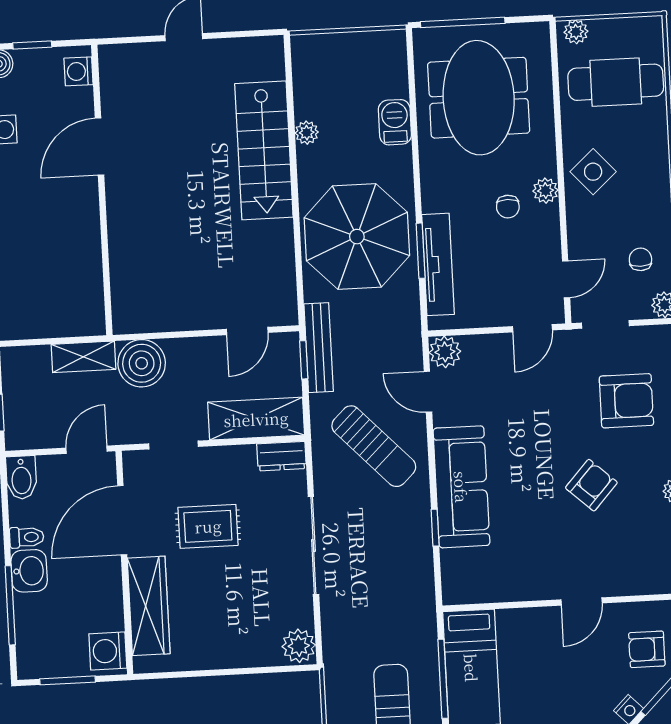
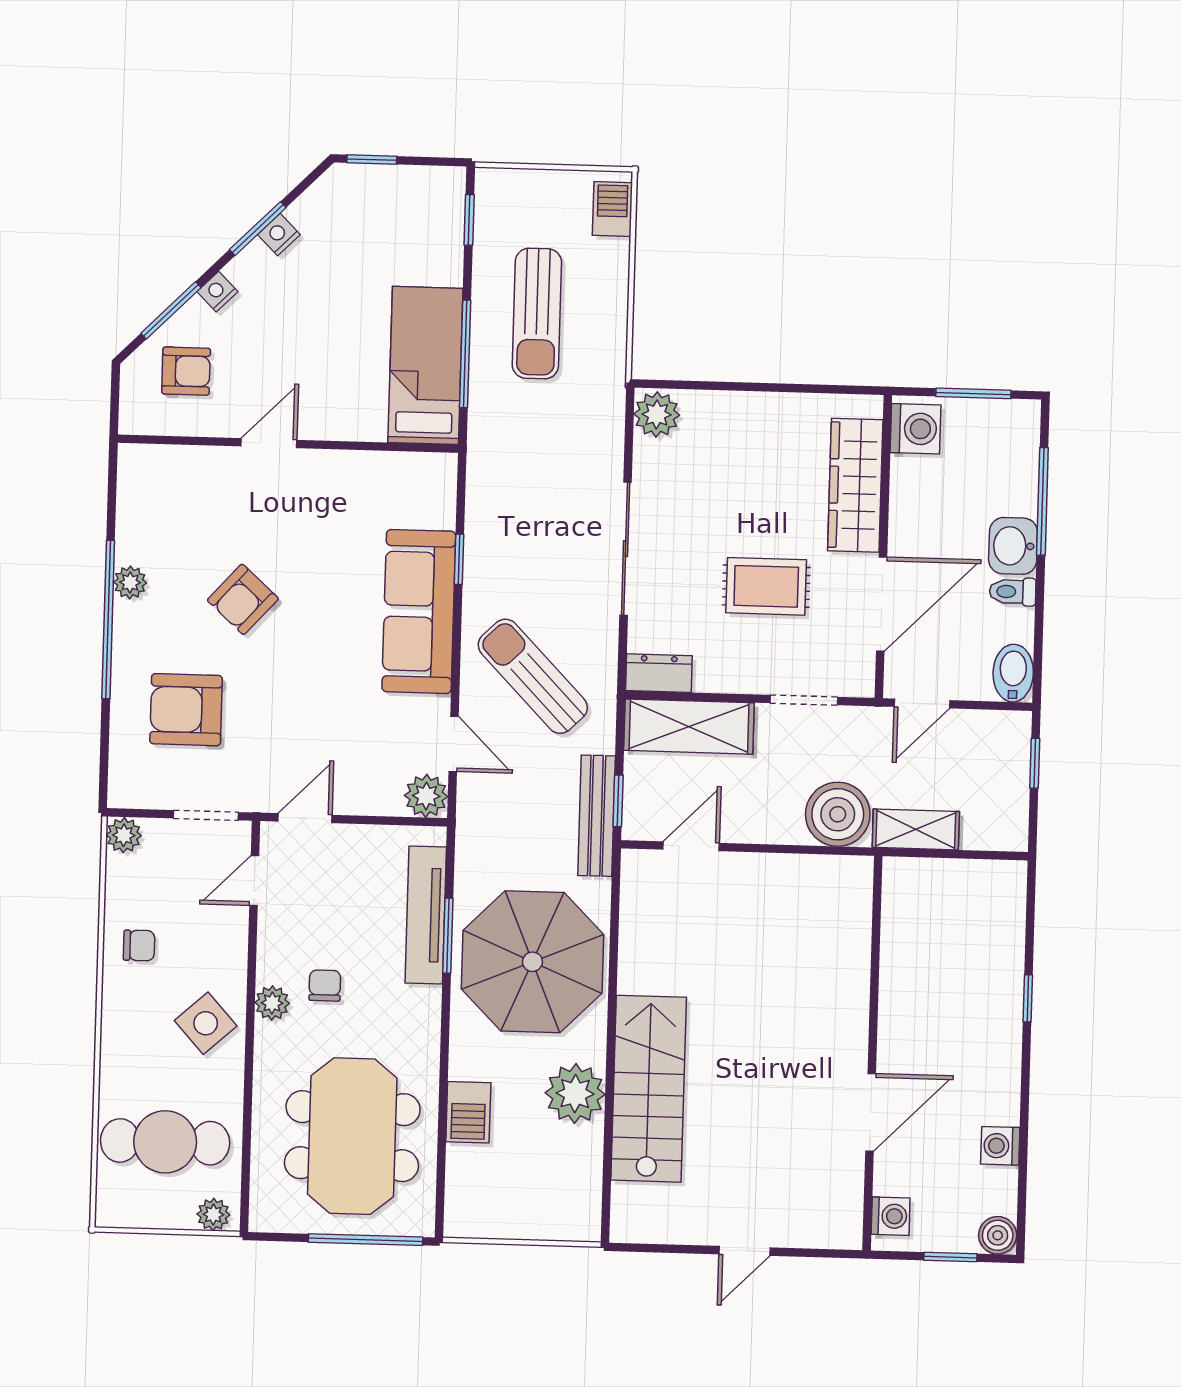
plant: (307, 133) -> (575, 1094), width x1.87, depth x1.87
chair: (640, 259) -> (139, 945), moved, turned -90

